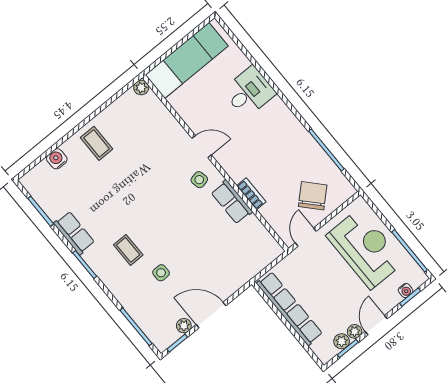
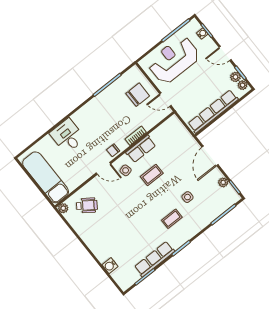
wheelchair: (146, 123) -> (87, 205), added
coffee table: (97, 143) -> (152, 175), moved
door: (202, 147) -> (103, 168), swing flipped
chair: (229, 161) -> (113, 150), added
chair: (313, 196) -> (138, 95), turned 133
row of seats: (74, 233) -> (155, 259), width x1.48
door: (211, 315) -> (210, 156), moved
plant: (355, 331) -> (243, 85), moved

